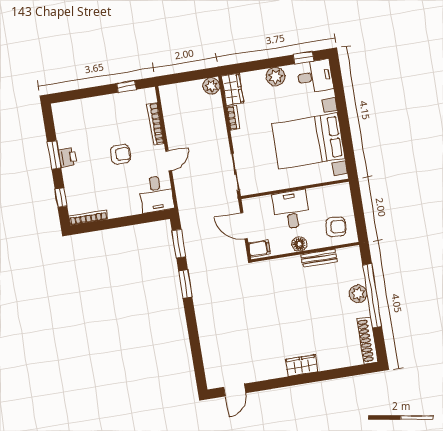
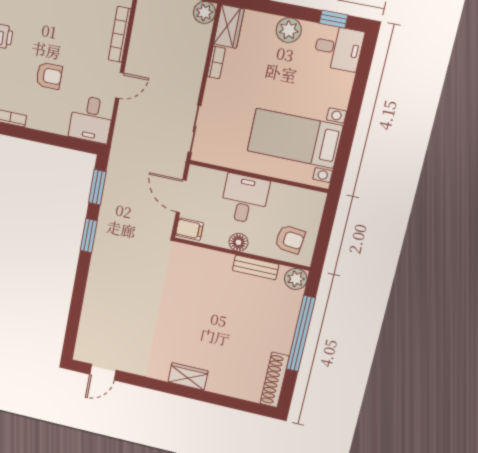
bed with nightstands: (308, 141) -> (295, 138), width x0.73
armchair: (121, 154) -> (49, 76), moved
plant: (358, 294) -> (296, 279), moved

